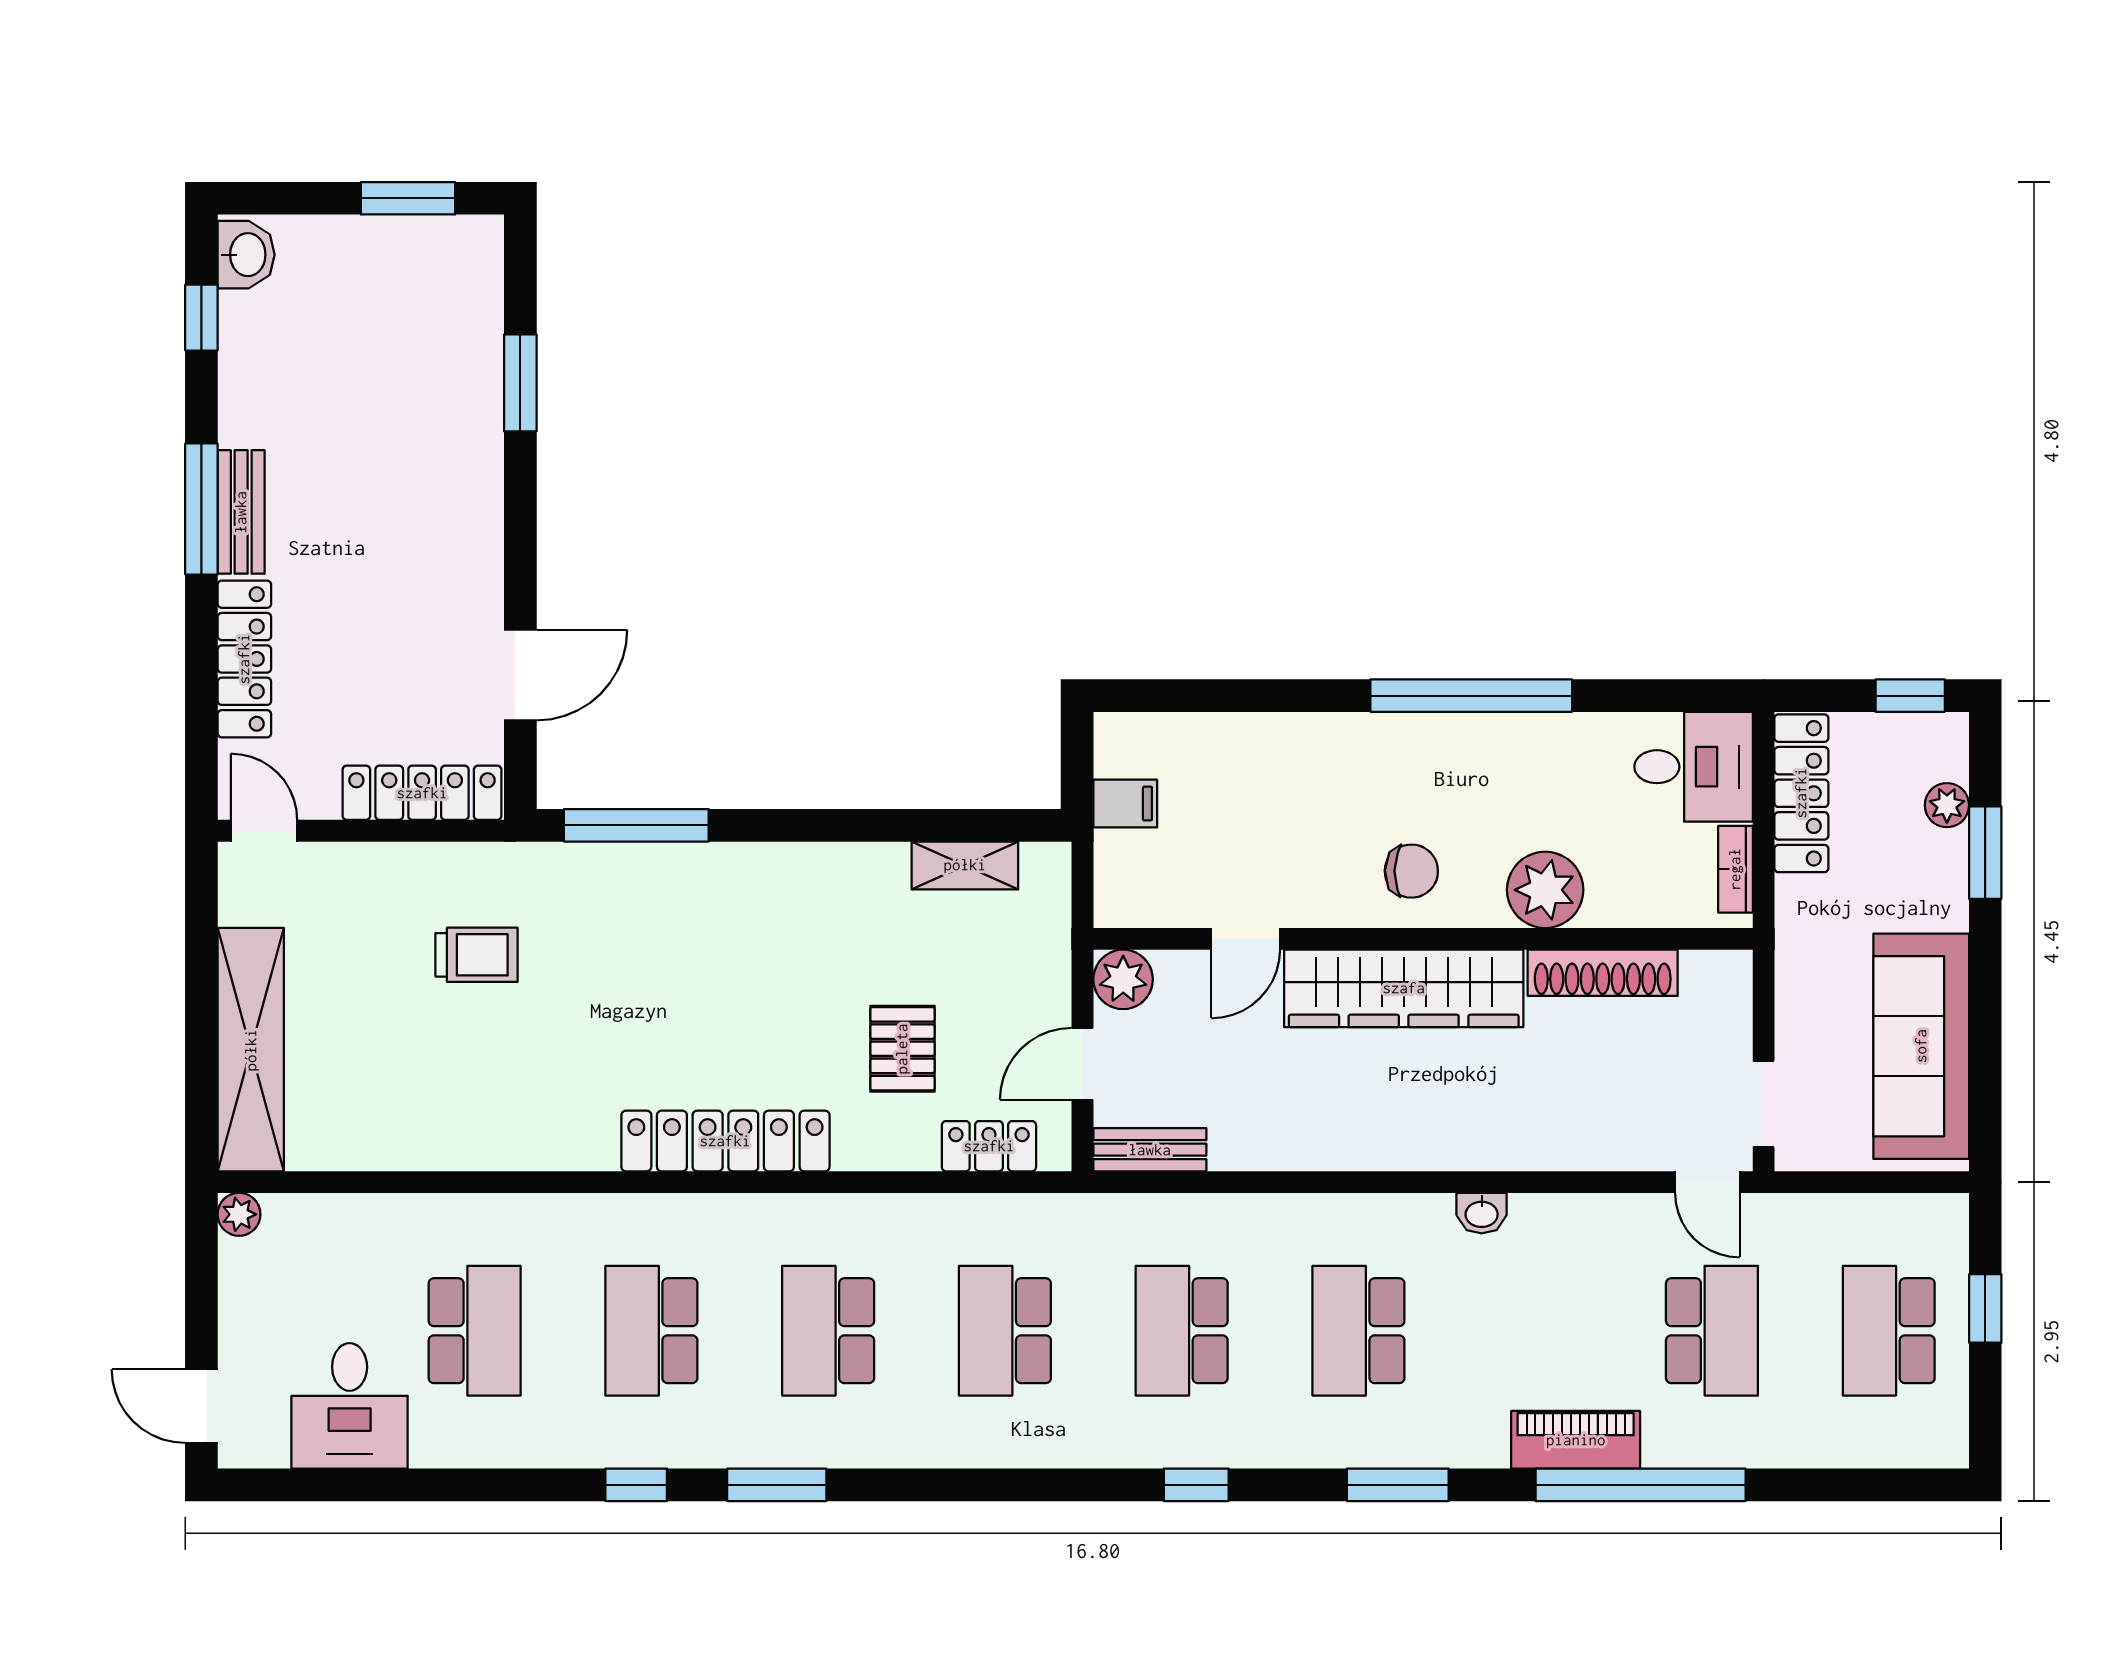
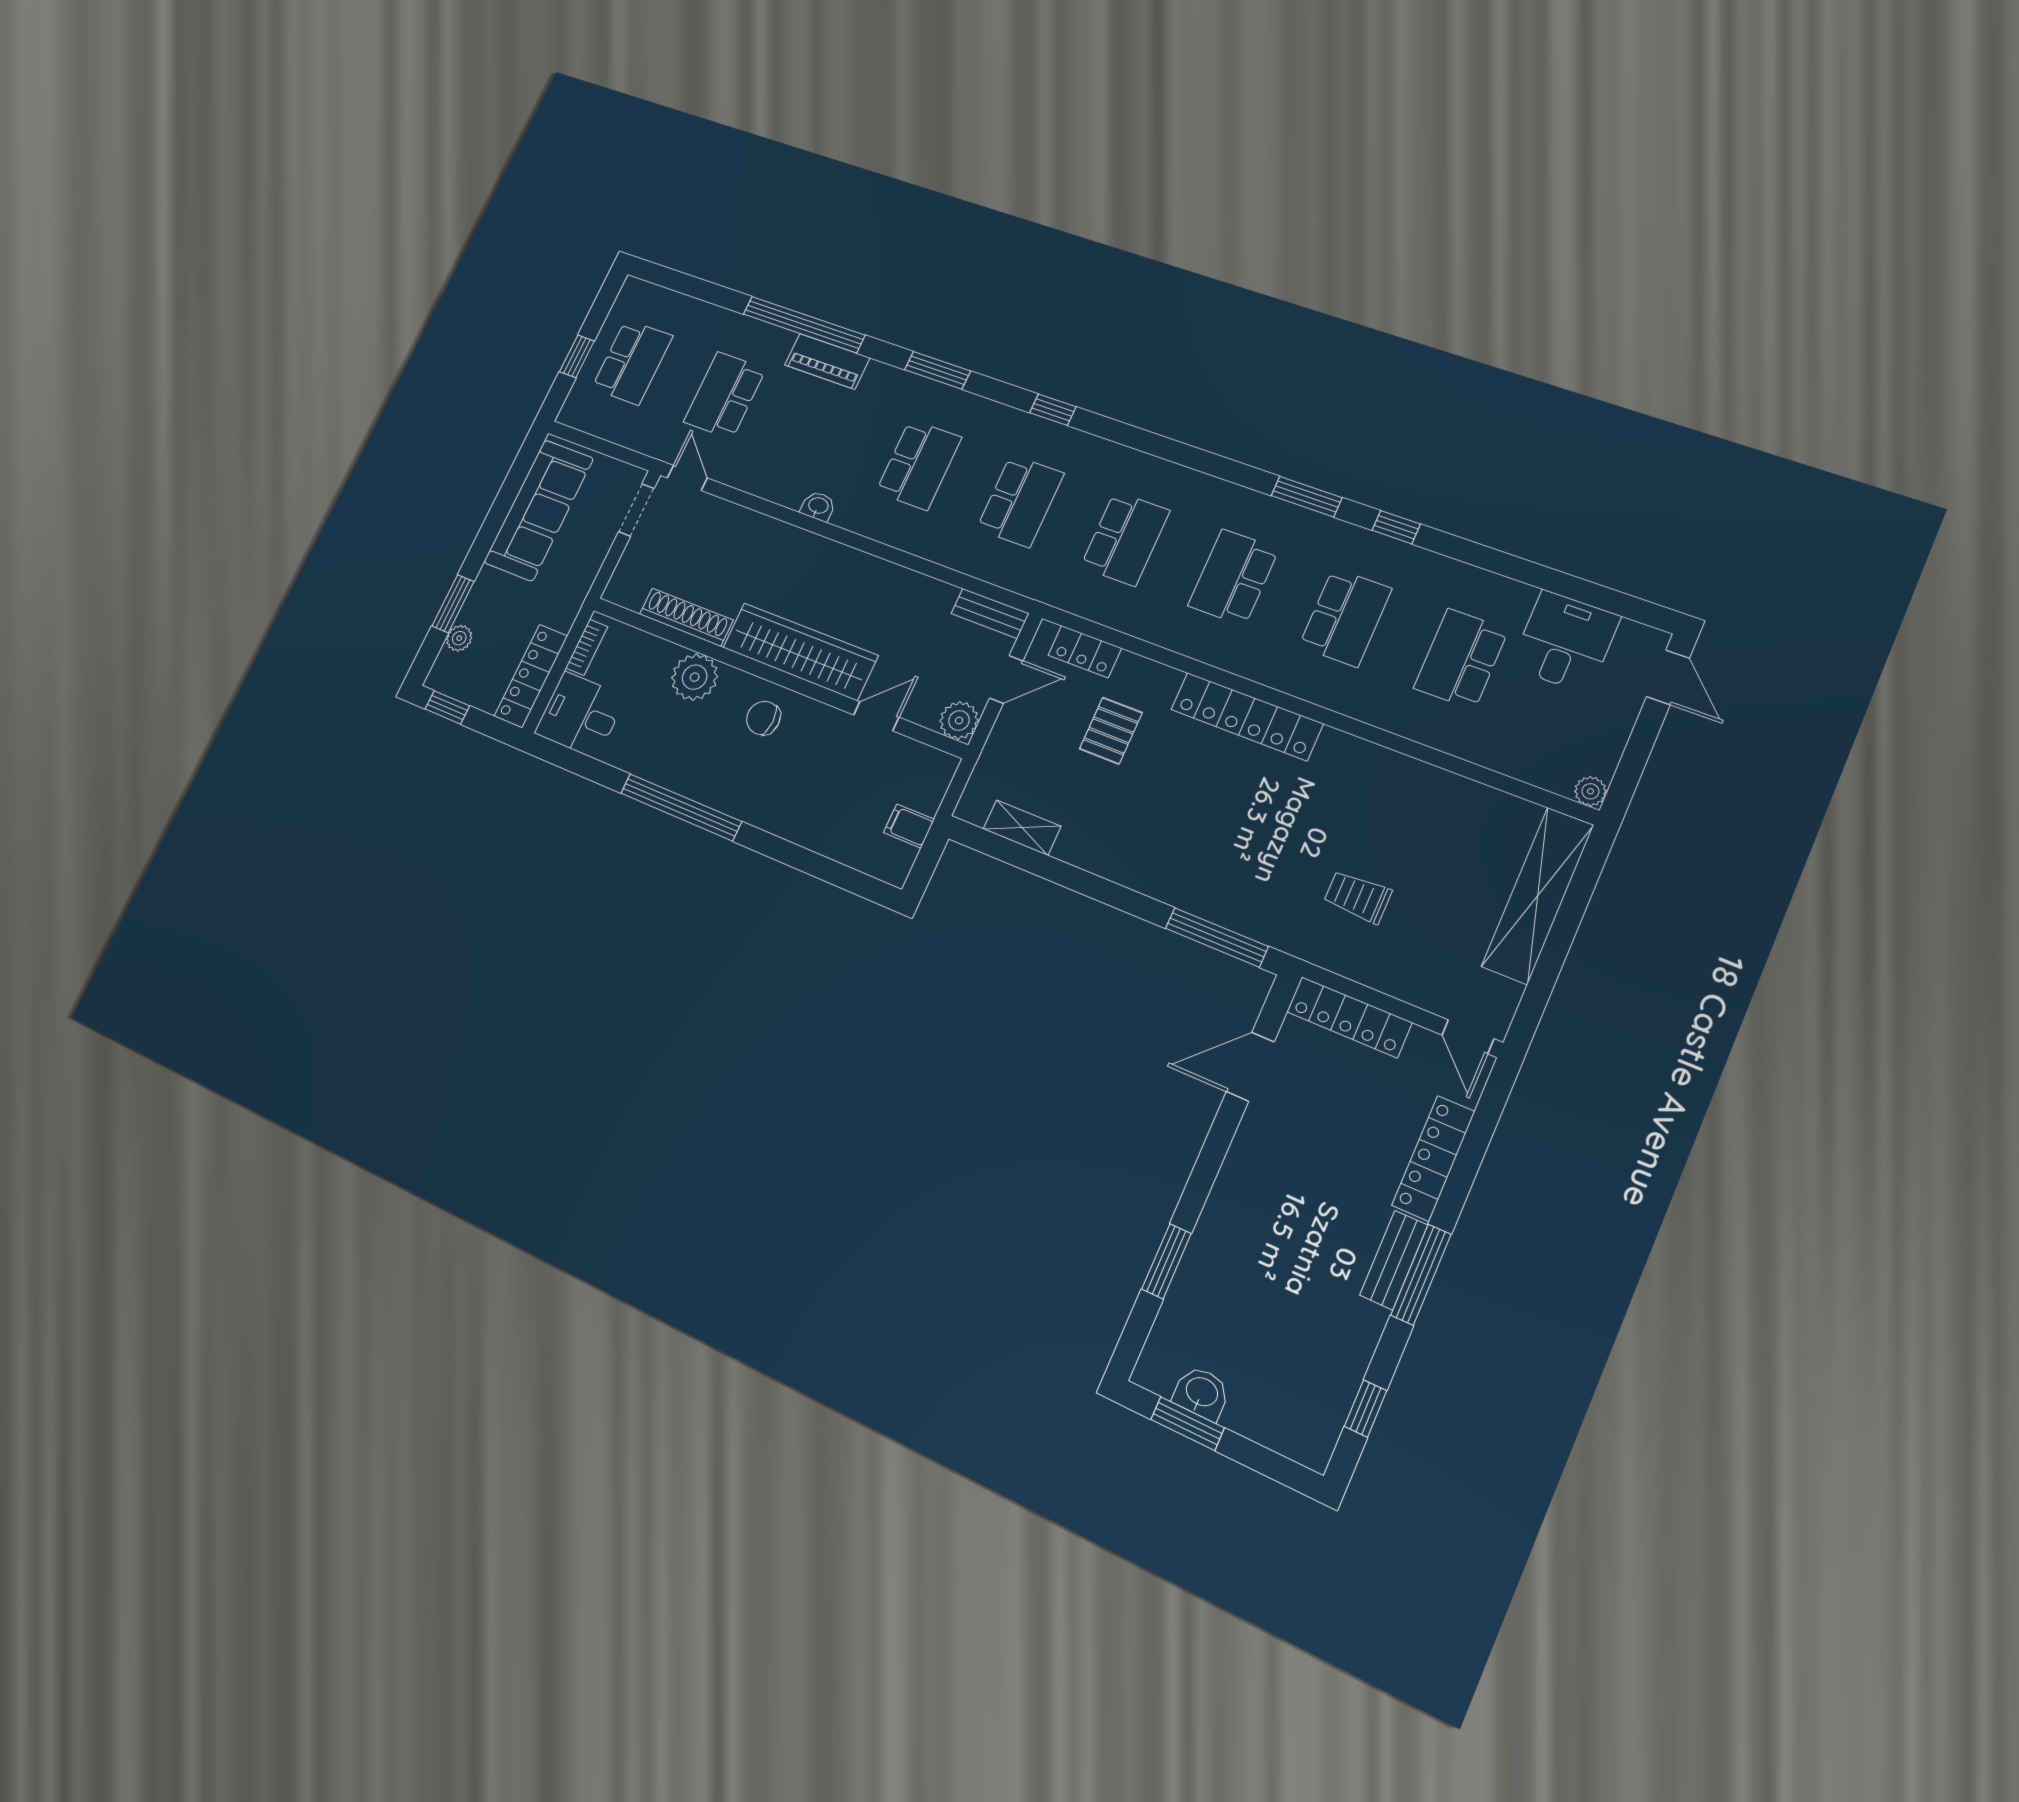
washbasin: (246, 255) -> (1201, 1393), moved, turned 90
school desk: (828, 1331) -> (1233, 577), turned 180

